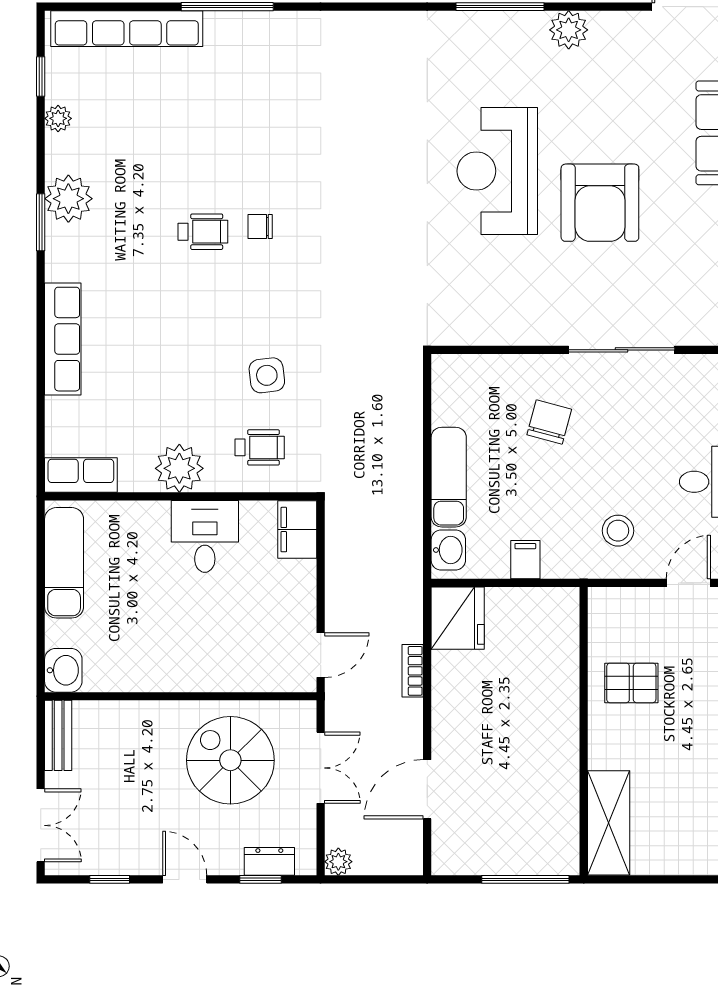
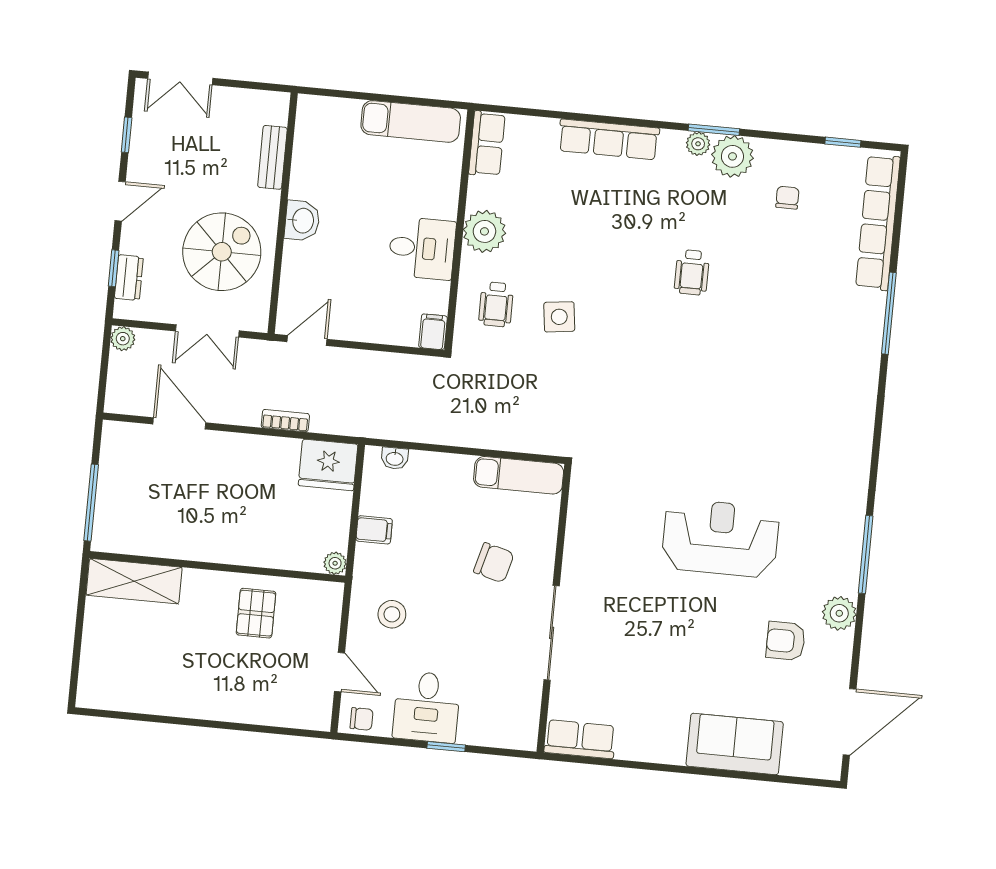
plant: (58, 118) -> (698, 144), moved
armchair: (600, 203) -> (786, 641), moved, width x0.53, depth x0.53
chair: (260, 227) -> (787, 198), moved
exam couch: (449, 477) -> (519, 475), moved
filing cabinet: (297, 530) -> (433, 332), width x0.50
washbasin: (448, 550) -> (395, 458), width x0.72, depth x0.69
plant: (567, 600) -> (335, 563), added
door: (321, 655) -> (307, 340), swing flipped
washbasin: (63, 670) -> (302, 221), moved, turned -90
bench: (58, 735) -> (272, 157), moved, turned 90

